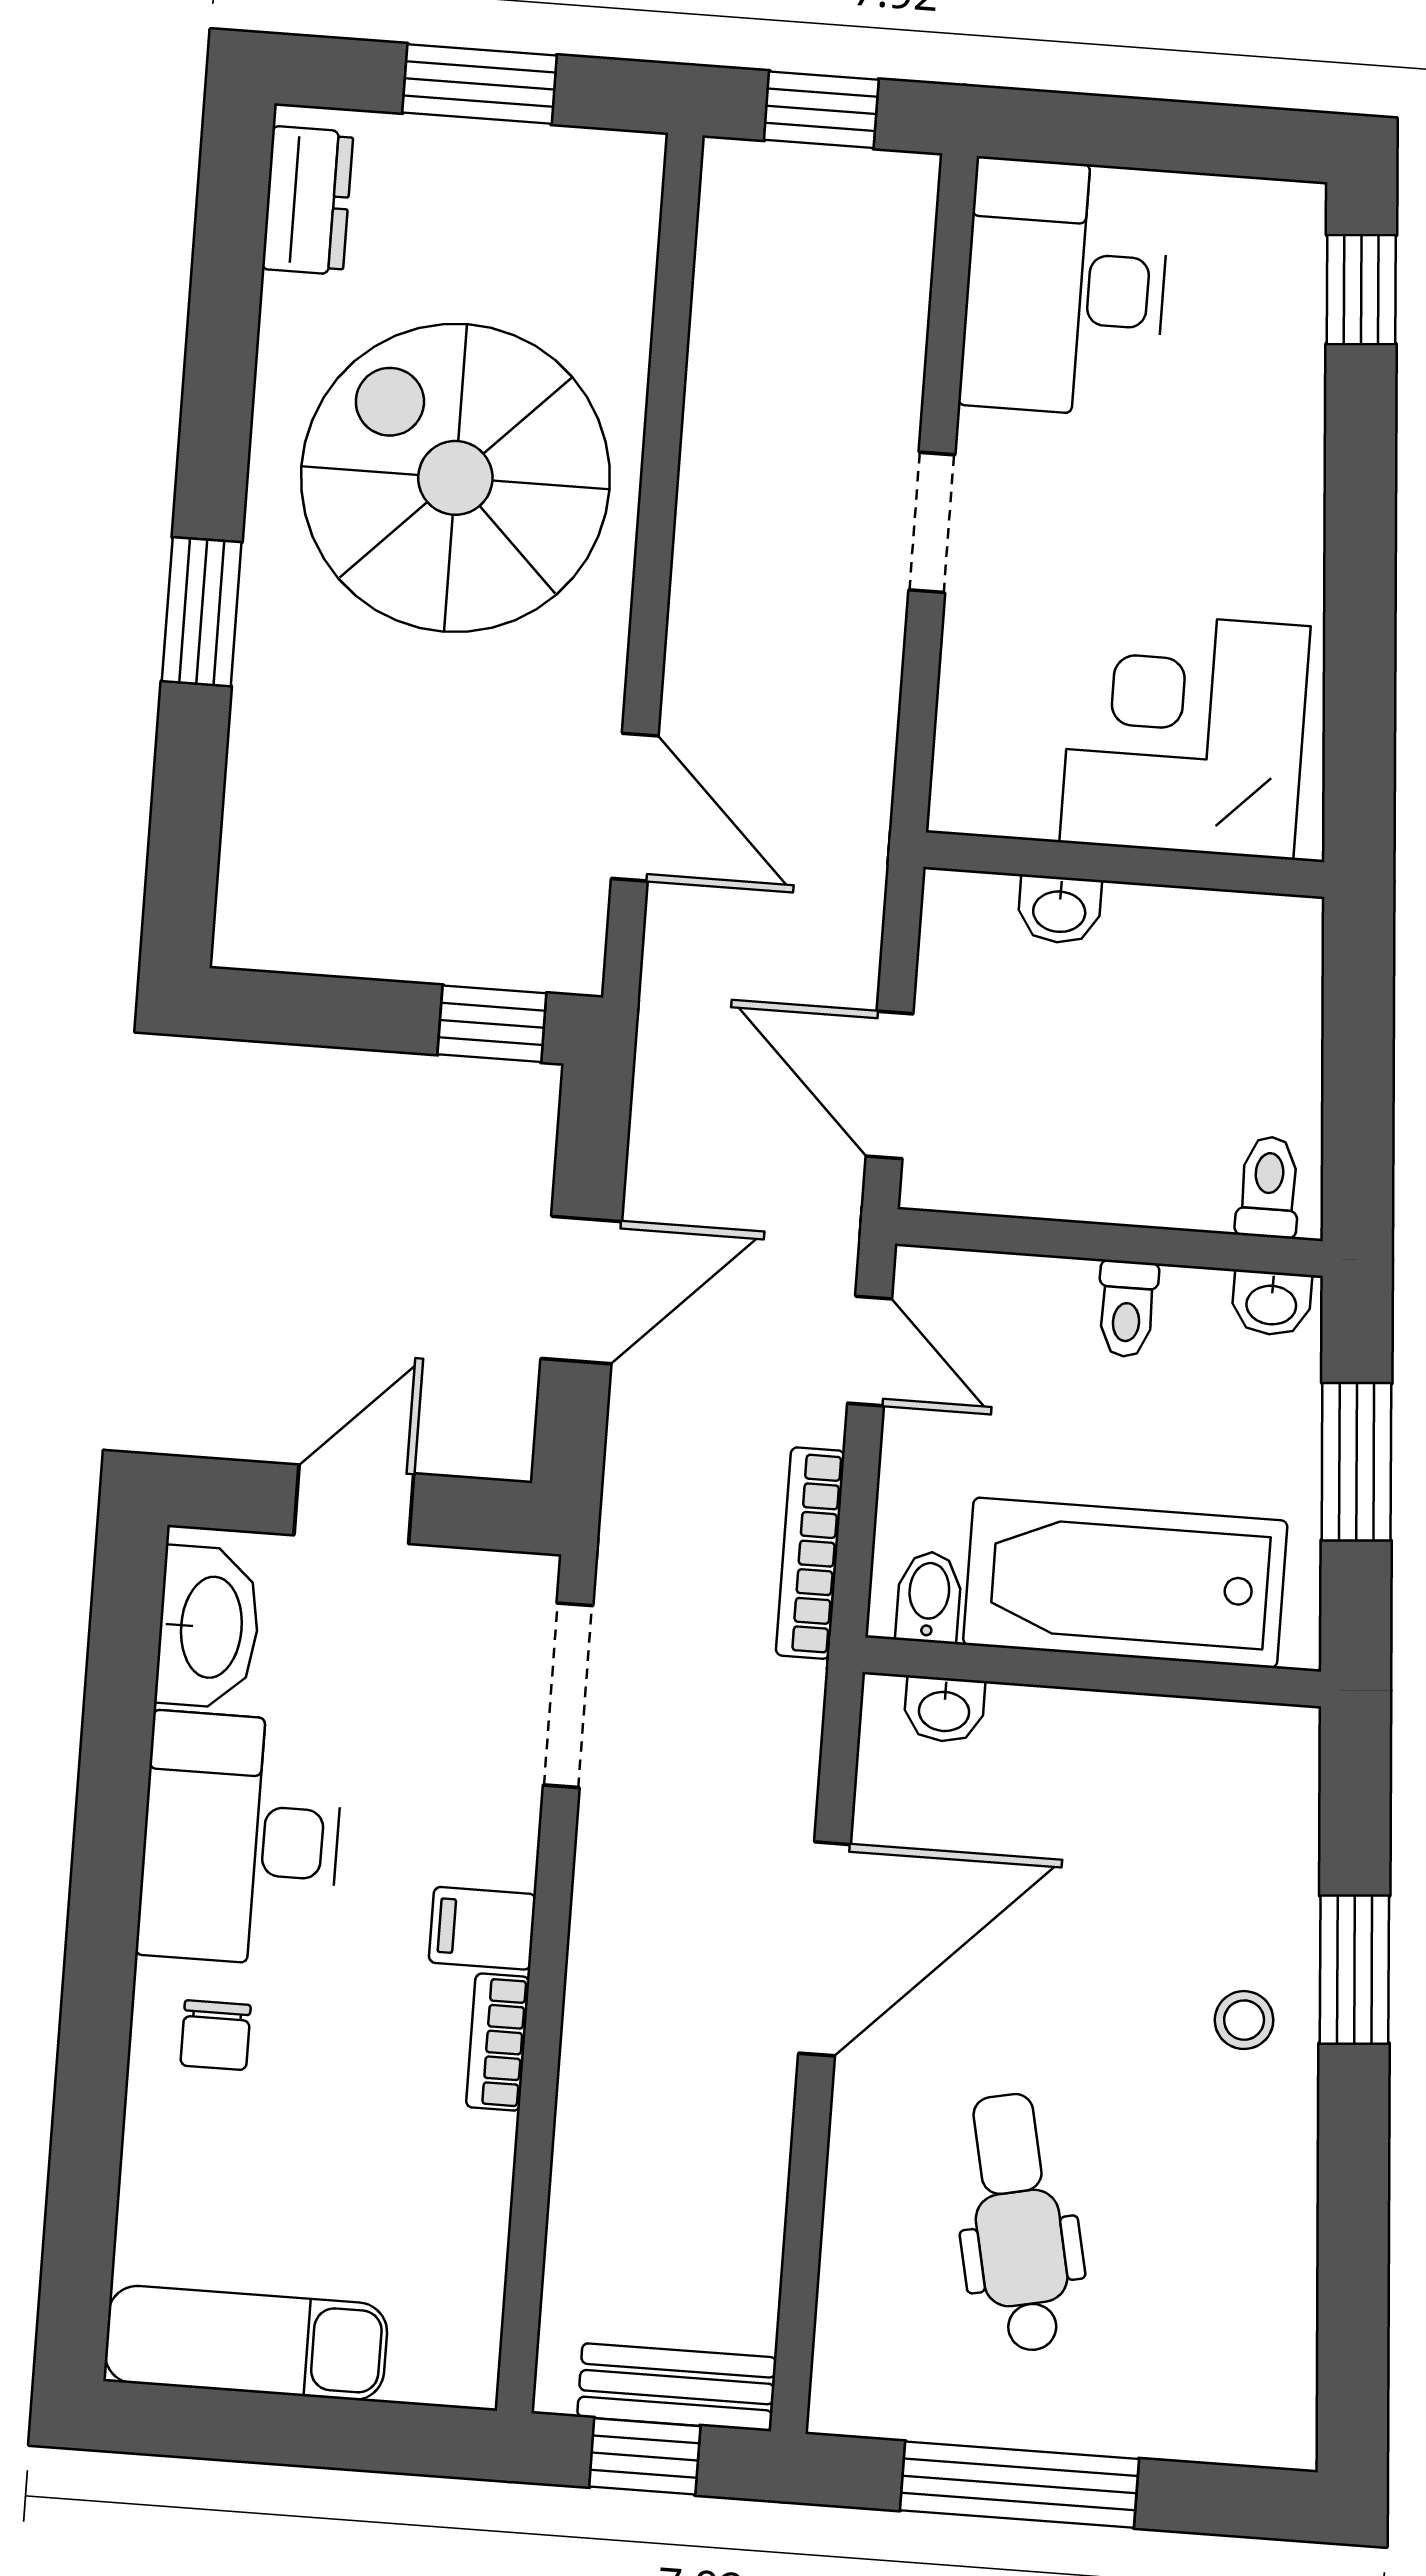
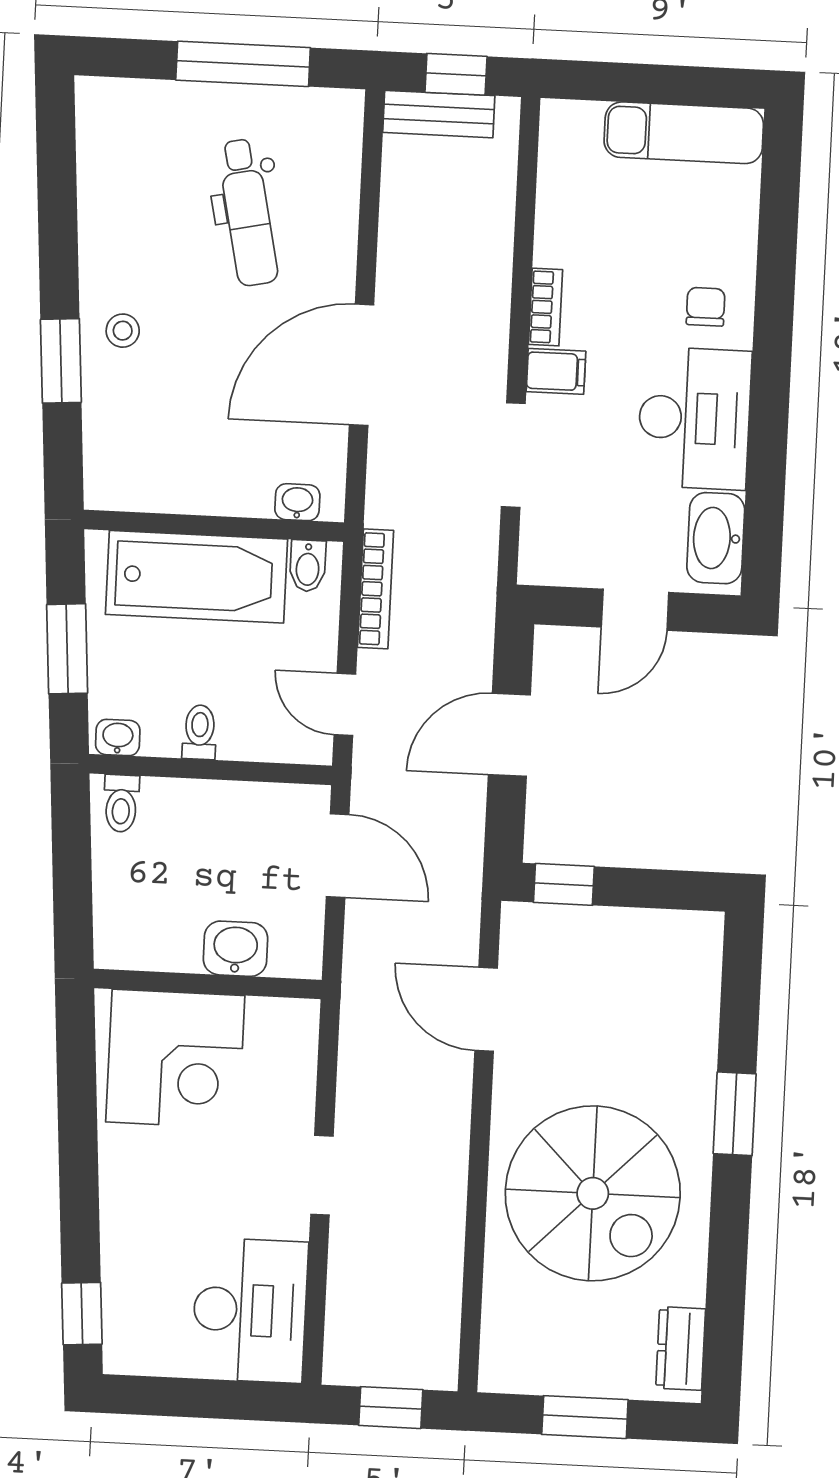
washbasin: (1059, 910) -> (236, 949), width x1.38, depth x1.45
doorway: (568, 1695) -> (513, 455), moved

